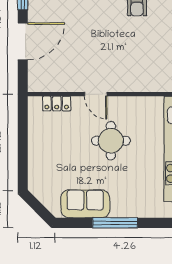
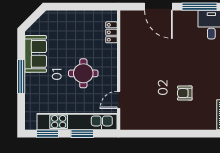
door: (96, 94) -> (119, 100), moved

